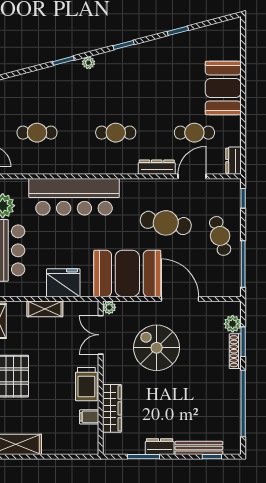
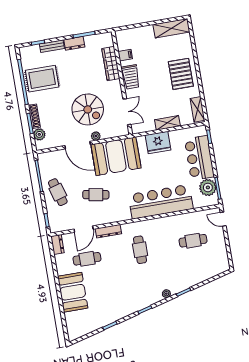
cafe table: (116, 133) -> (140, 250), turned 90
cafe table: (166, 223) -> (96, 195), width x0.73, depth x0.74
plant: (109, 307) -> (96, 136), moved
trolley: (86, 384) -> (131, 77), turned 180
rug: (215, 404) -> (42, 79), added
bench: (199, 448) -> (52, 46), width x0.73

